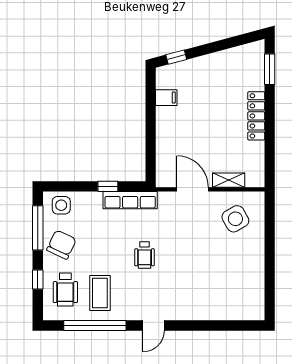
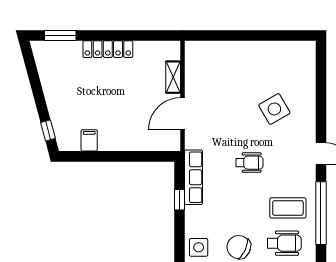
side table: (235, 219) -> (274, 109), moved

